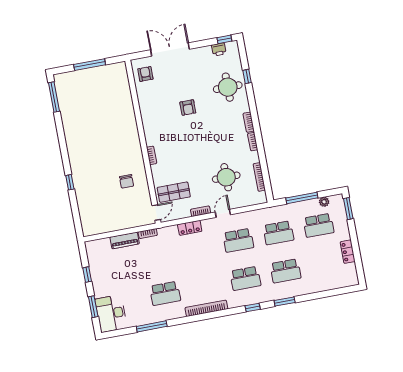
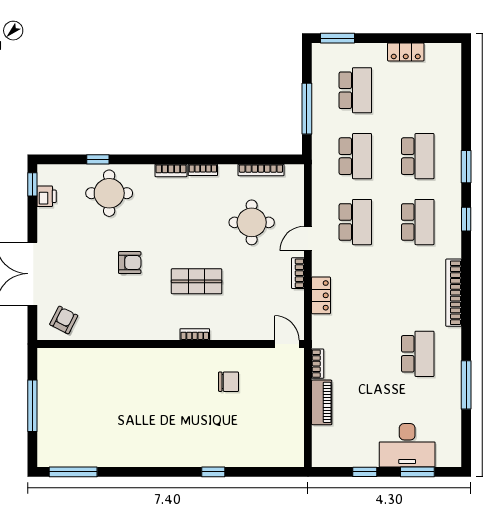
armchair: (145, 74) -> (64, 320), turned 117
shop shelf: (174, 192) -> (197, 281), moved, turned 90
plant: (324, 202) -> (320, 74), removed
door: (223, 213) -> (308, 238), hinge flipped
desk: (111, 313) -> (407, 445), moved

